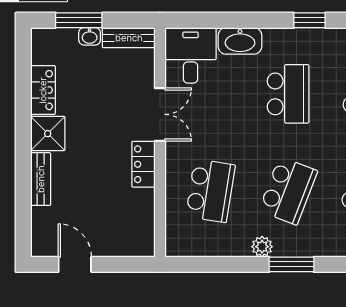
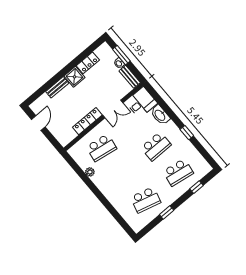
locker: (143, 164) -> (87, 121), width x1.53
school desk: (288, 191) -> (123, 174), removed
plant: (262, 247) -> (90, 172), moved
window: (292, 264) -> (100, 196), removed

